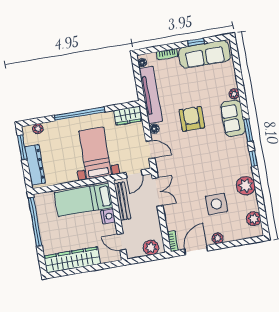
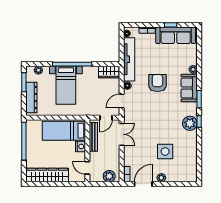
door: (150, 150) -> (122, 101), swing flipped
bed with nightstands: (95, 153) -> (66, 85), moved, turned 180
plant: (246, 186) -> (190, 123), moved
plant: (254, 219) -> (192, 168), removed

